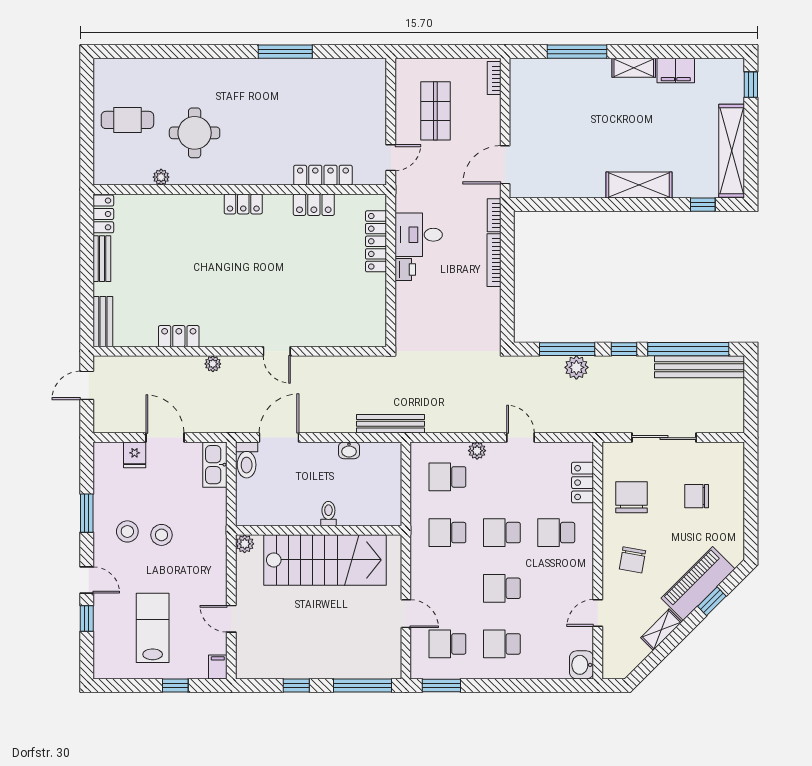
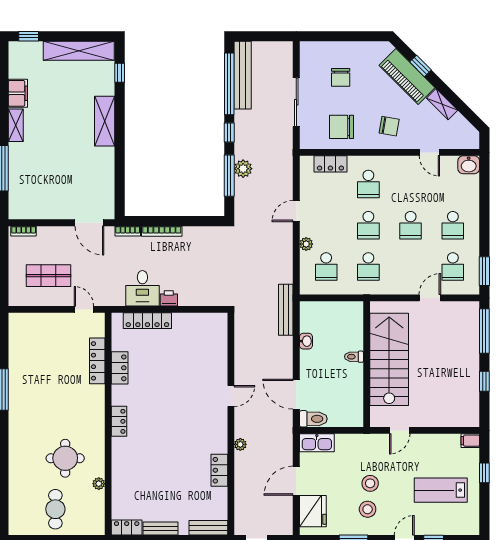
fridge: (135, 455) -> (313, 511), width x1.88, depth x1.34
plant: (245, 544) -> (377, 420), removed
door: (231, 619) -> (400, 430), moved

